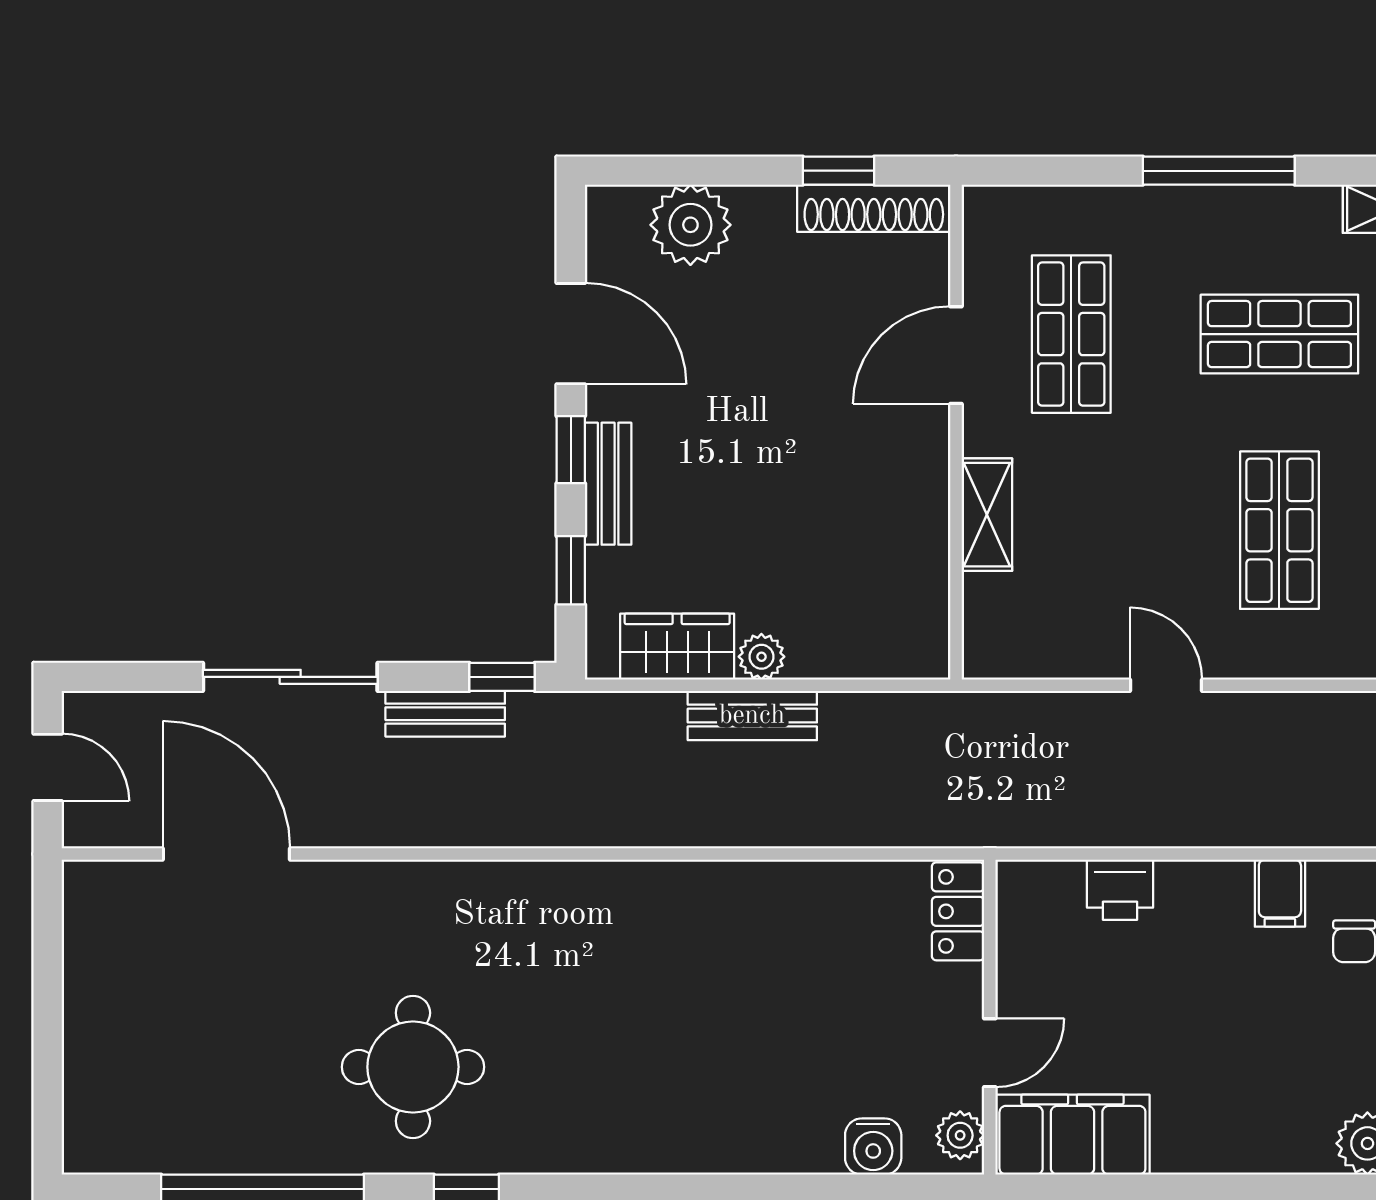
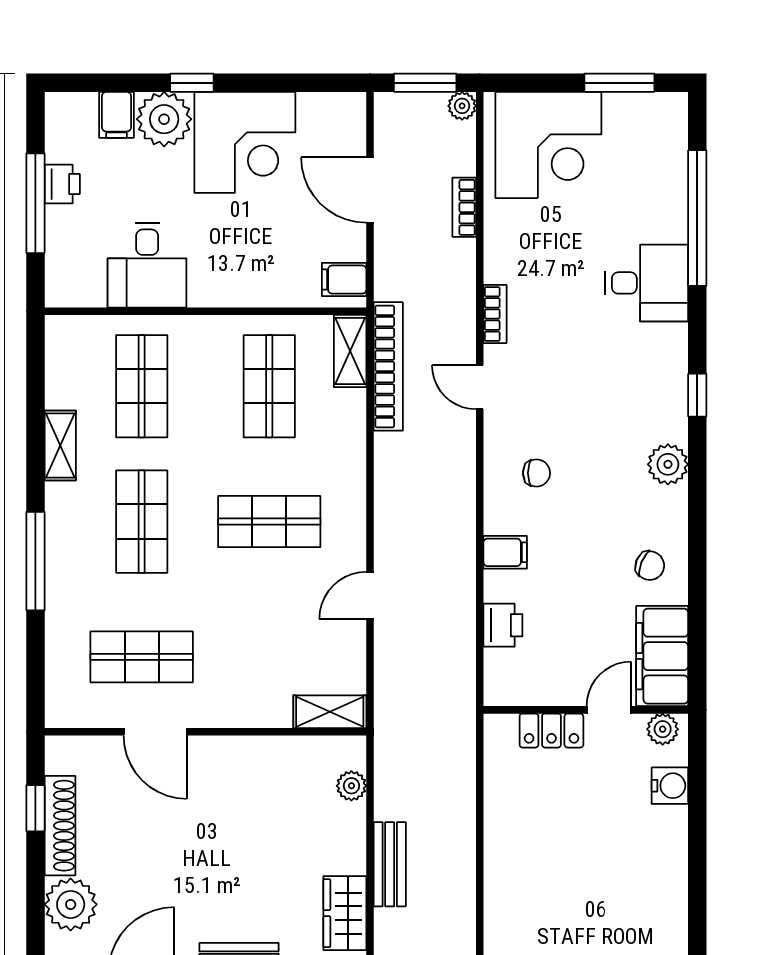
shoe rack: (874, 208) -> (60, 826), moved
shelving: (987, 515) -> (330, 712), moved
plant: (761, 657) -> (351, 786), moved
filing cabinet: (1280, 893) -> (505, 552), moved
locker: (958, 911) -> (551, 731), moved
door: (990, 1053) -> (609, 710), hinge flipped
chair: (1212, 1116) -> (650, 566), added

